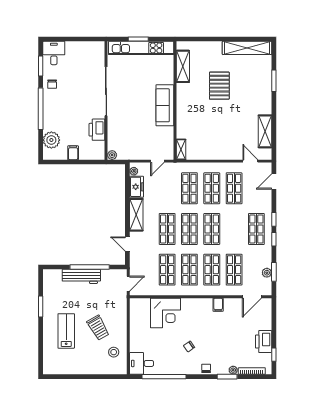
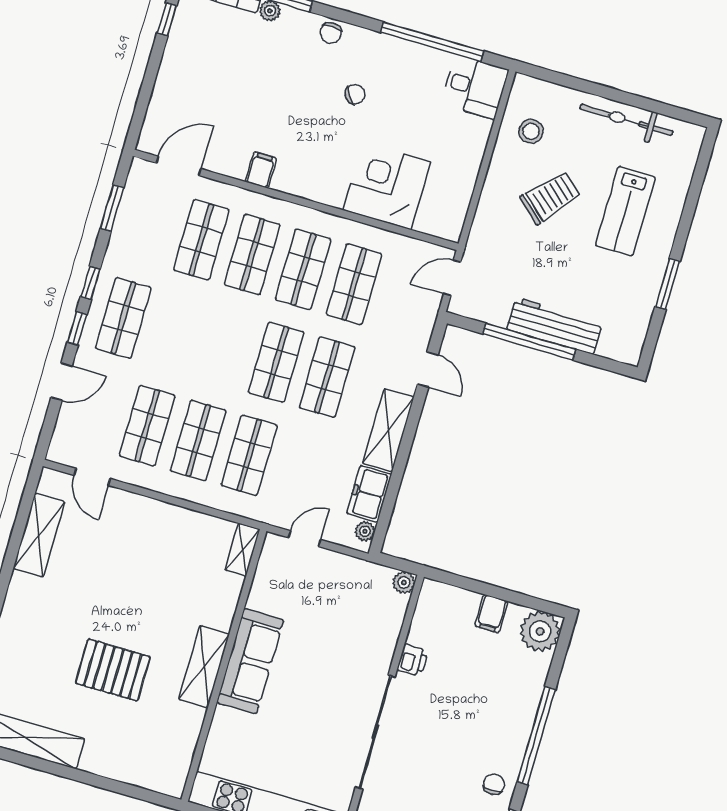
shelving: (183, 66) -> (204, 667), moved
pallet: (219, 86) -> (113, 670), turned 90
printer: (97, 130) -> (412, 660), width x0.53, depth x0.68
plant: (51, 140) -> (540, 631), moved
door: (274, 182) -> (62, 382), moved
shop shelf: (212, 229) -> (225, 347), removed
plant: (267, 273) -> (128, 211), removed
trolley: (98, 328) -> (550, 197), turned 72
printer: (264, 342) -> (182, 56), removed
bicycle: (77, 368) -> (626, 120), added

